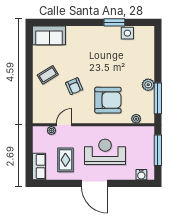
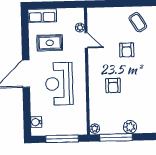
armchair: (74, 86) -> (127, 50), turned -67
armchair: (108, 100) -> (113, 85), width x0.53, depth x0.53
plant: (136, 119) -> (95, 129), moved
reception desk: (105, 152) -> (59, 84), turned 180

